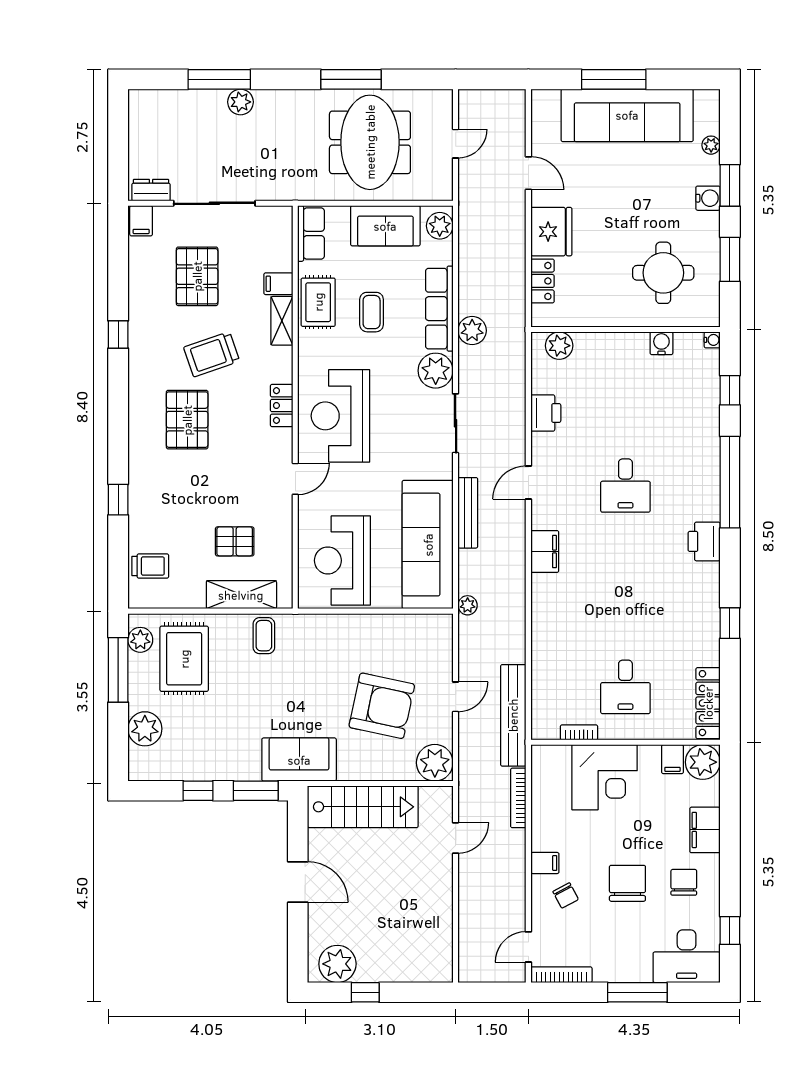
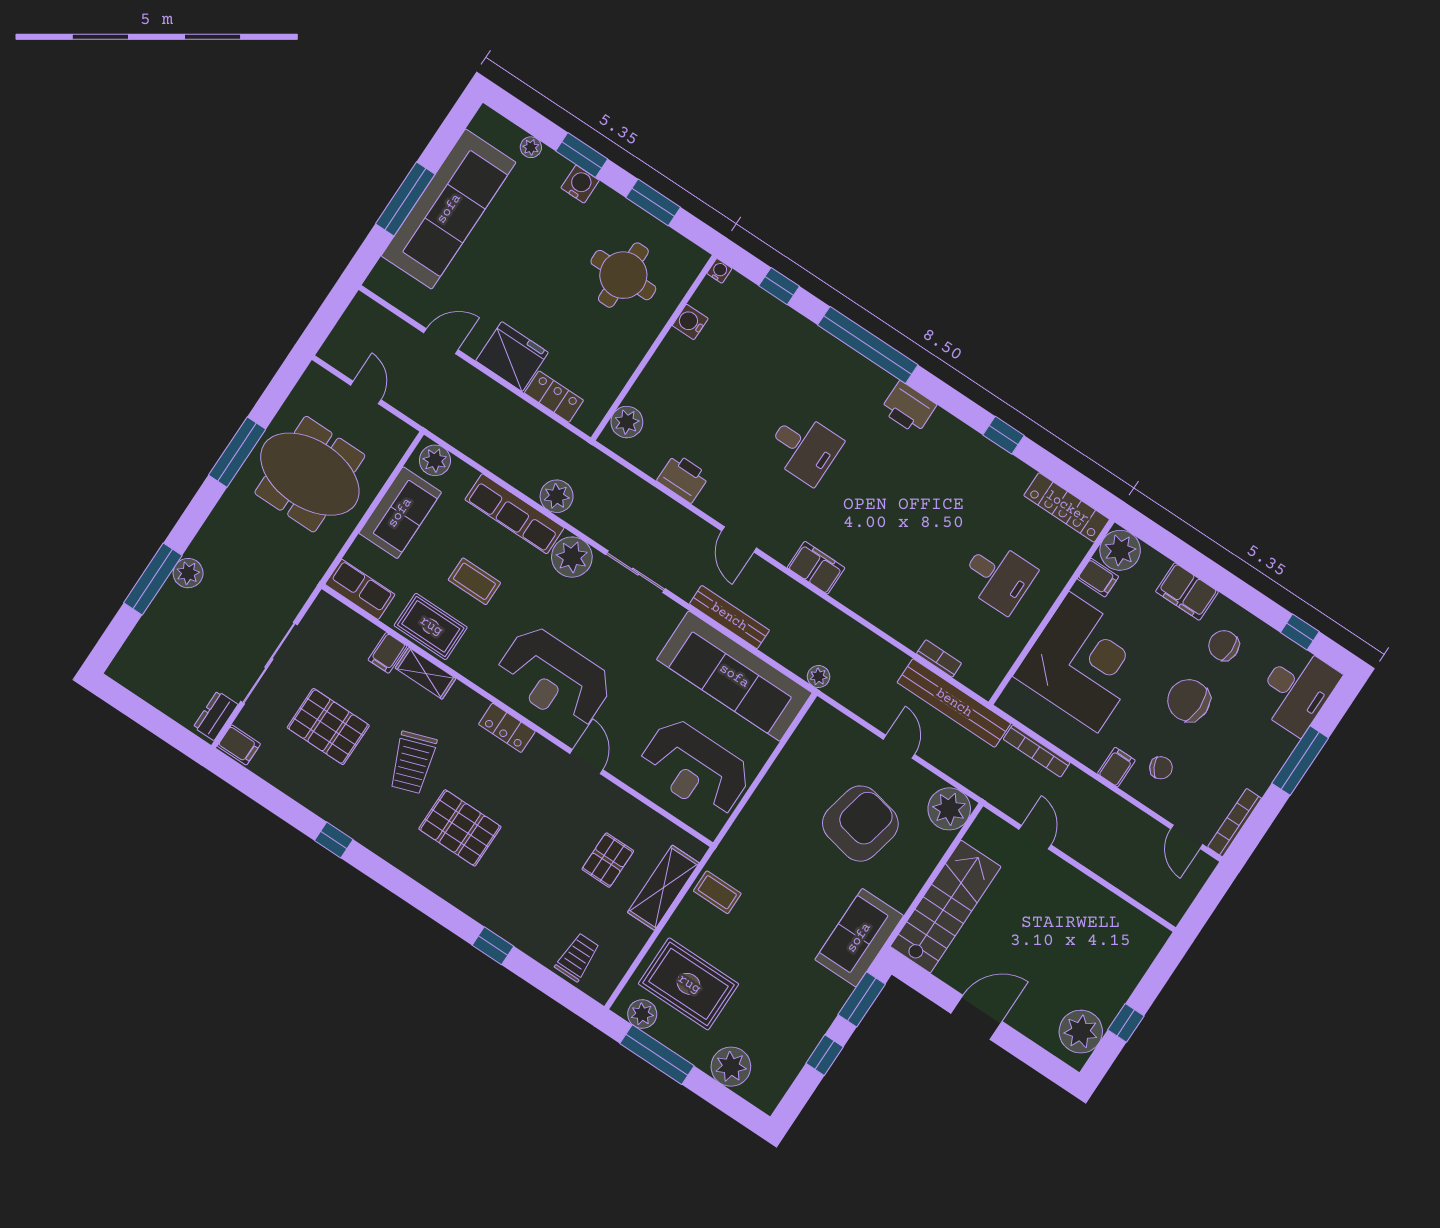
bookcase: (579, 732) -> (939, 658), moved, turned 90
corner desk: (605, 777) -> (1083, 662), width x1.36, depth x1.36

